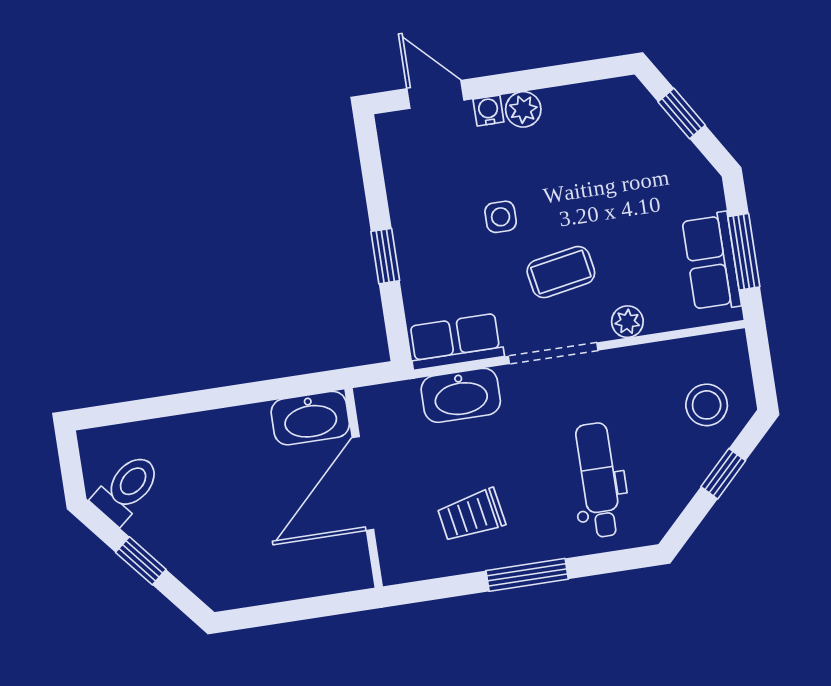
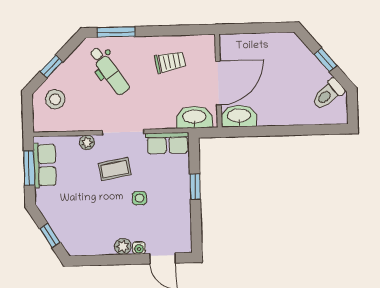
washbasin: (461, 395) -> (194, 117), moved
dental chair: (599, 480) -> (109, 71), turned -35
window: (527, 575) -> (116, 32), moved

